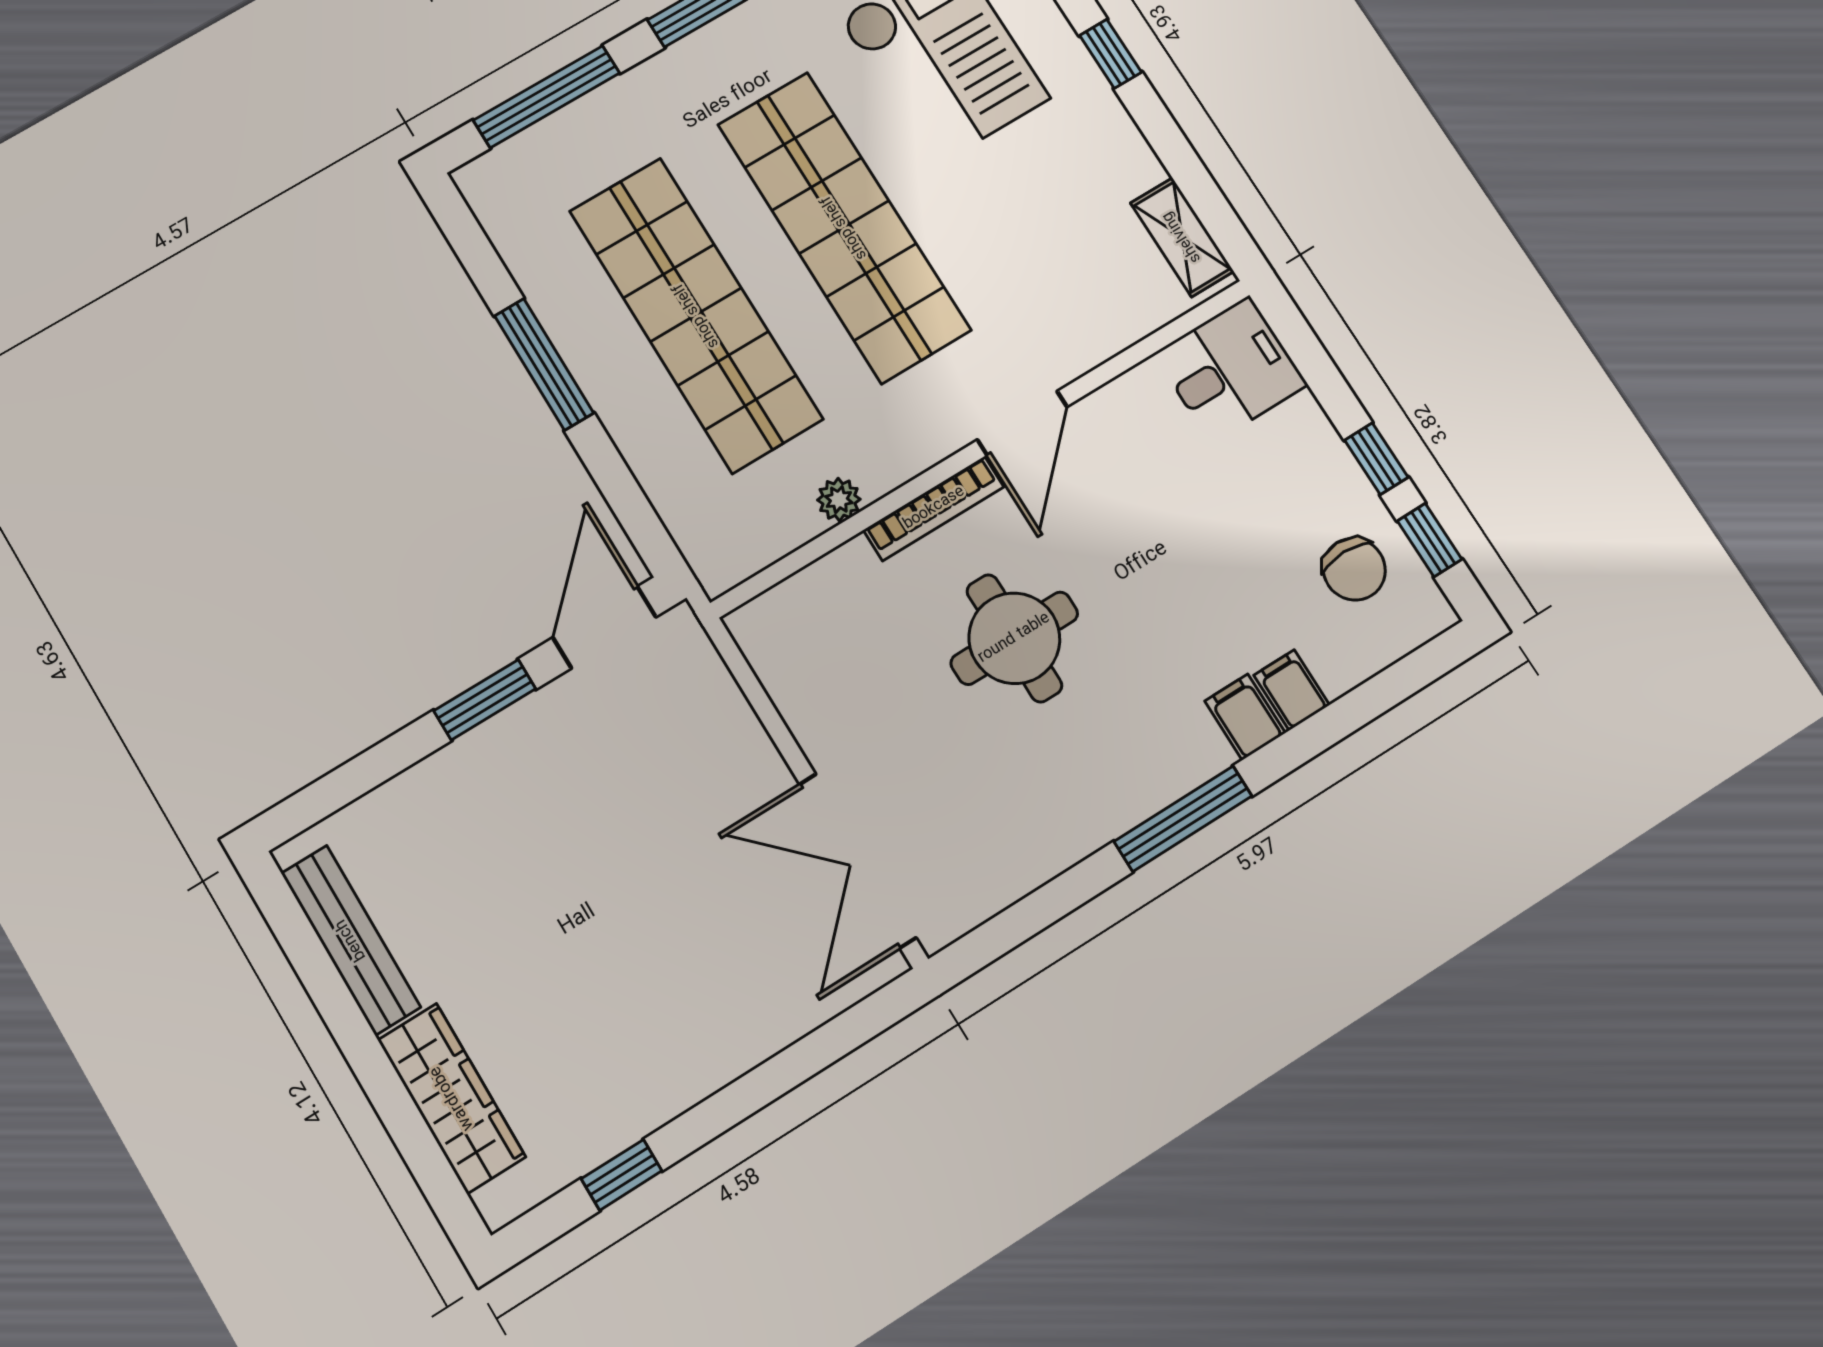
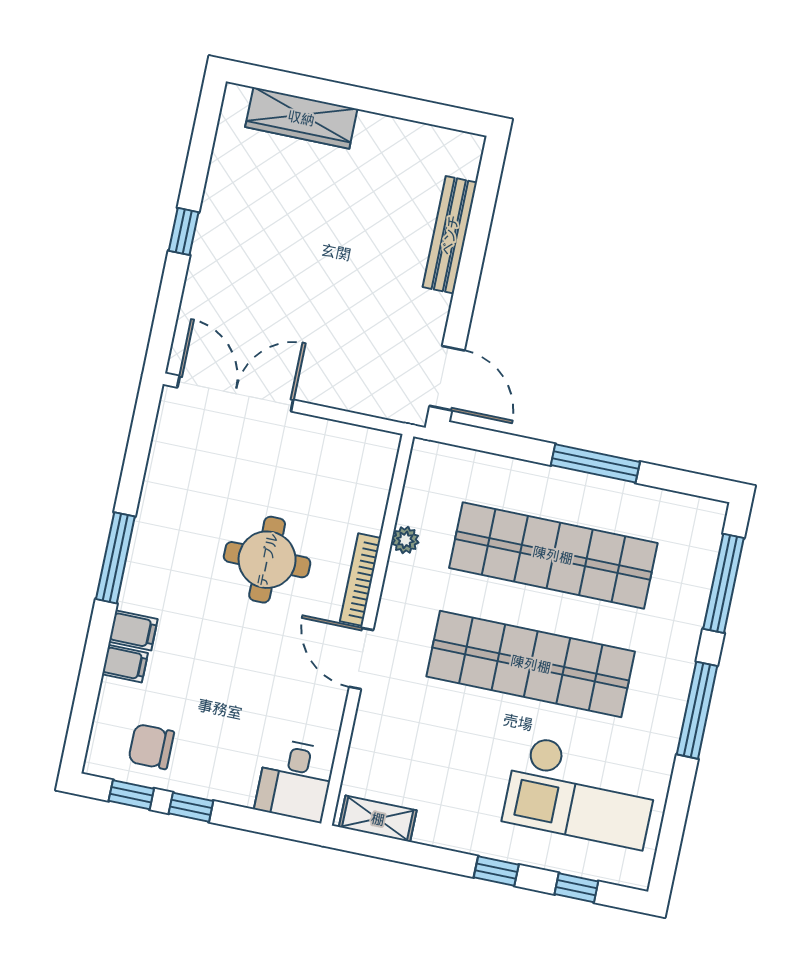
window: (485, 700) -> (465, 294), removed
bench: (351, 940) -> (450, 235), moved, turned 90
window: (622, 1175) -> (184, 231), moved

